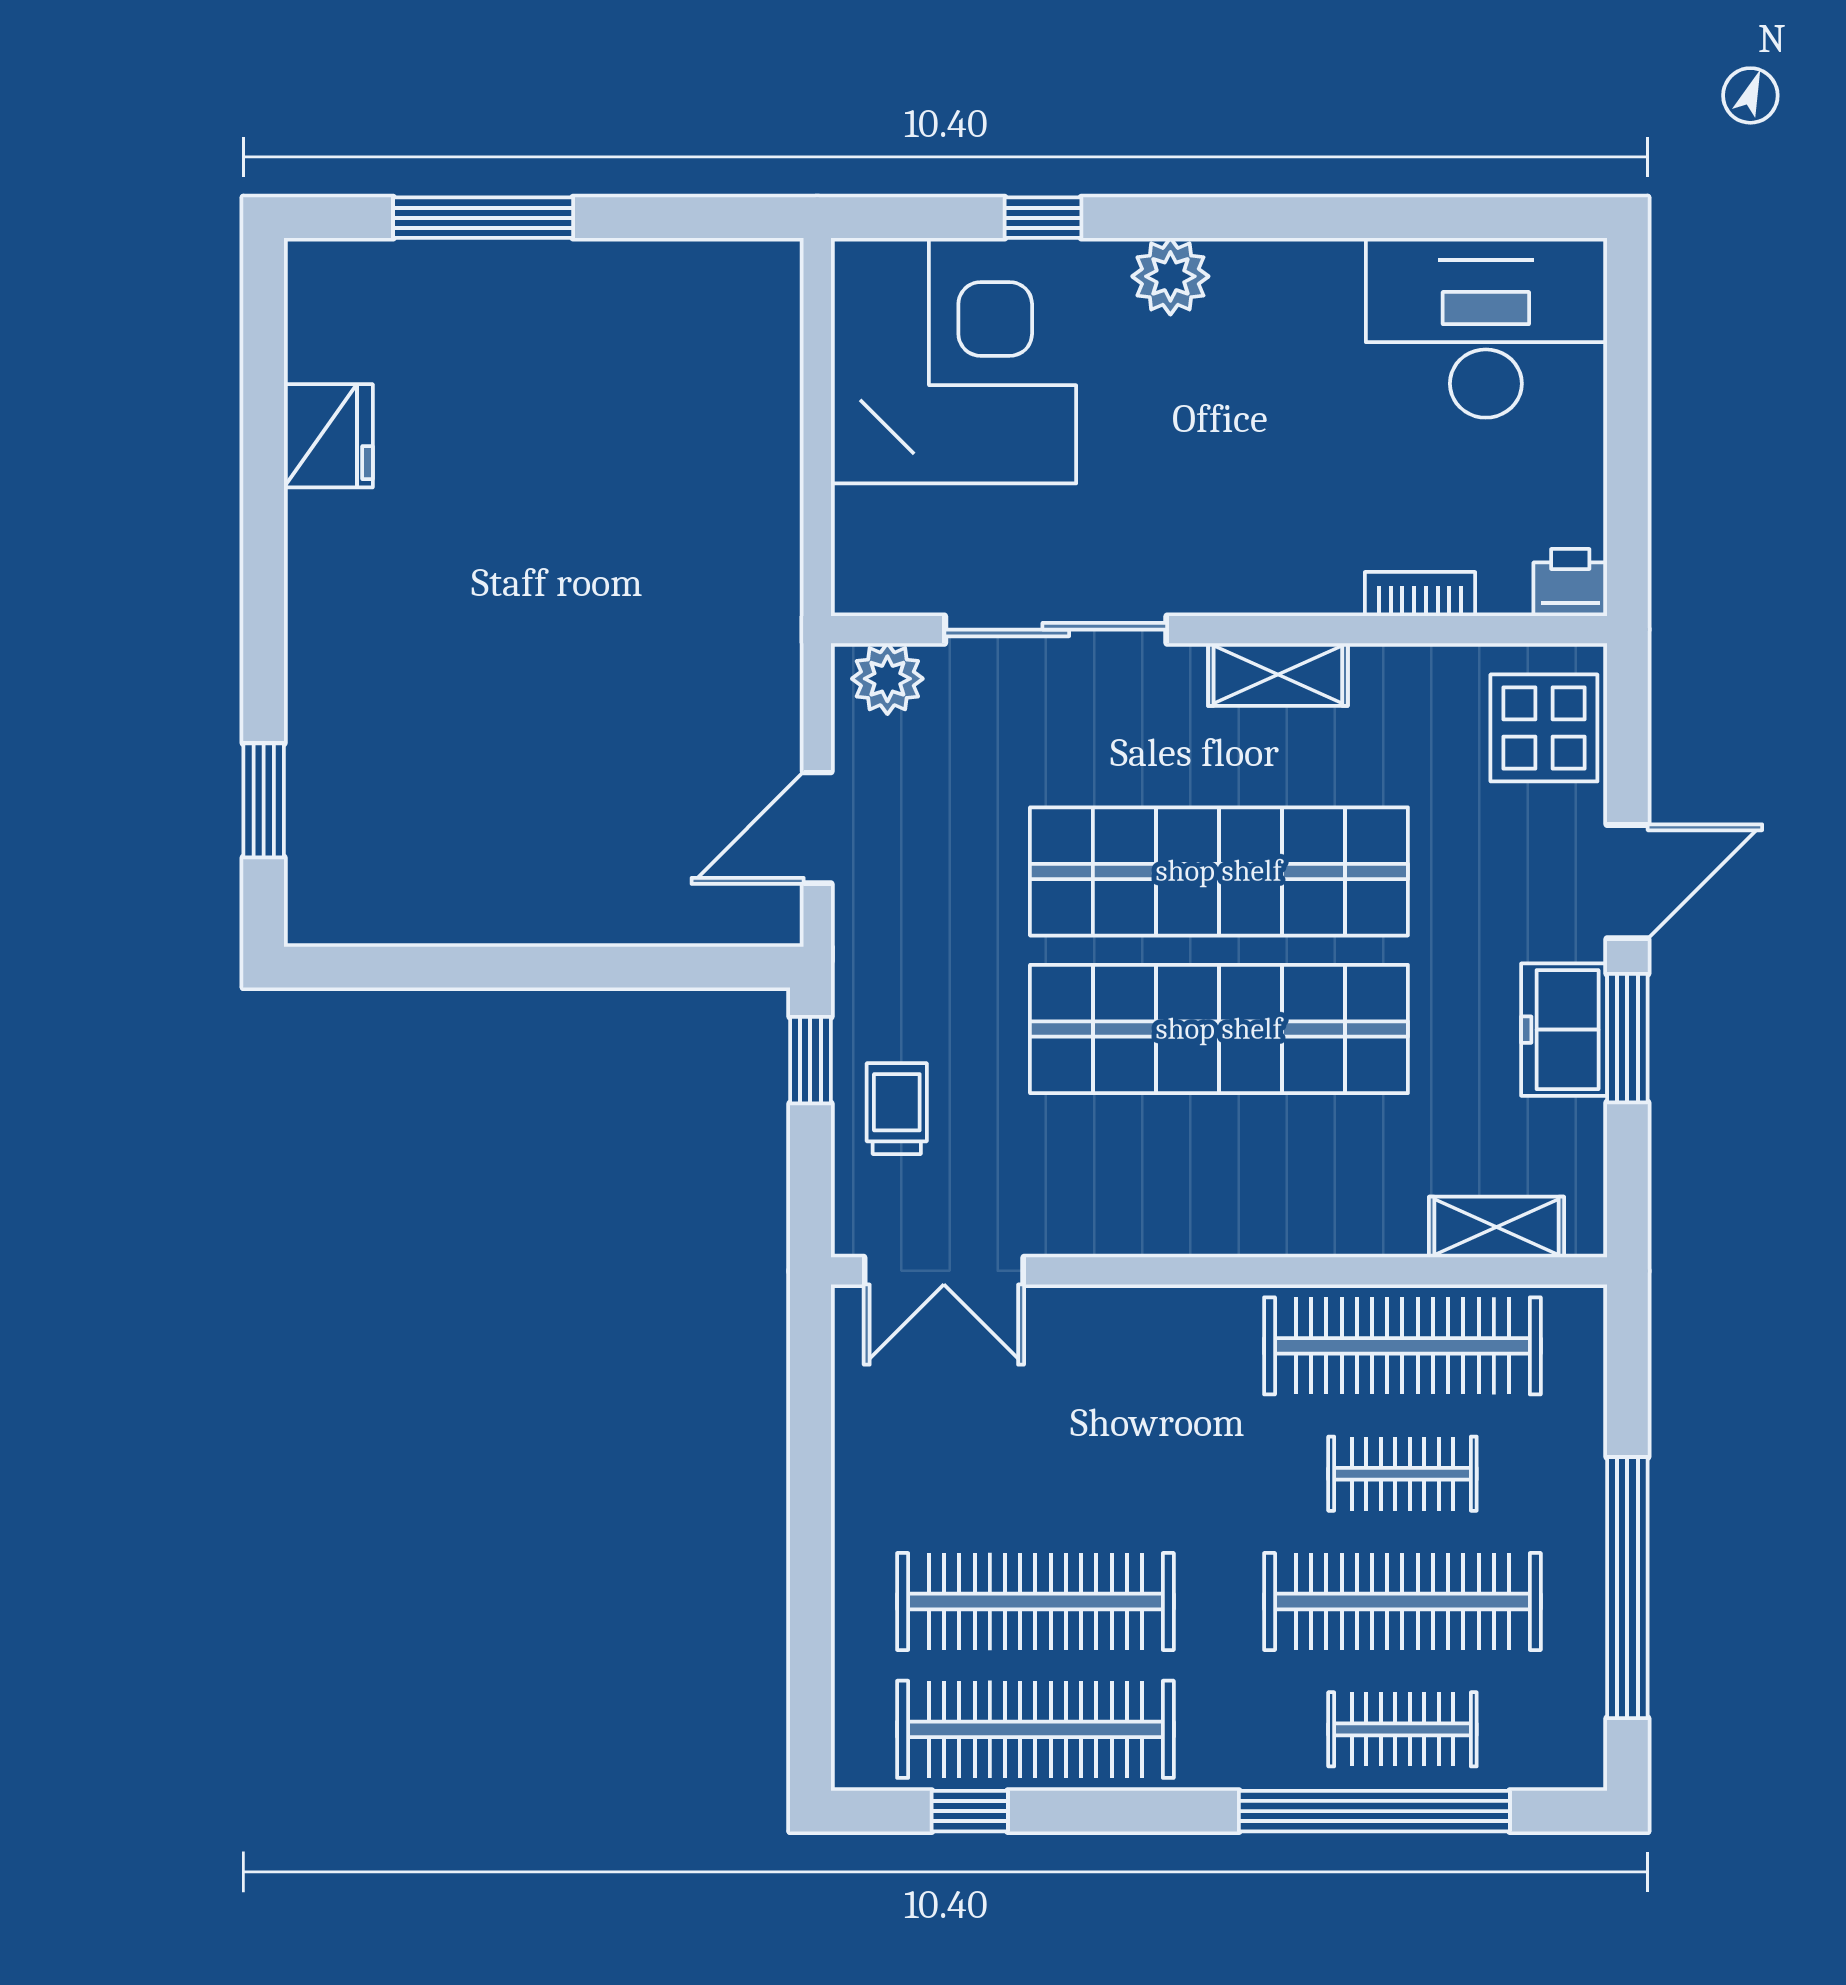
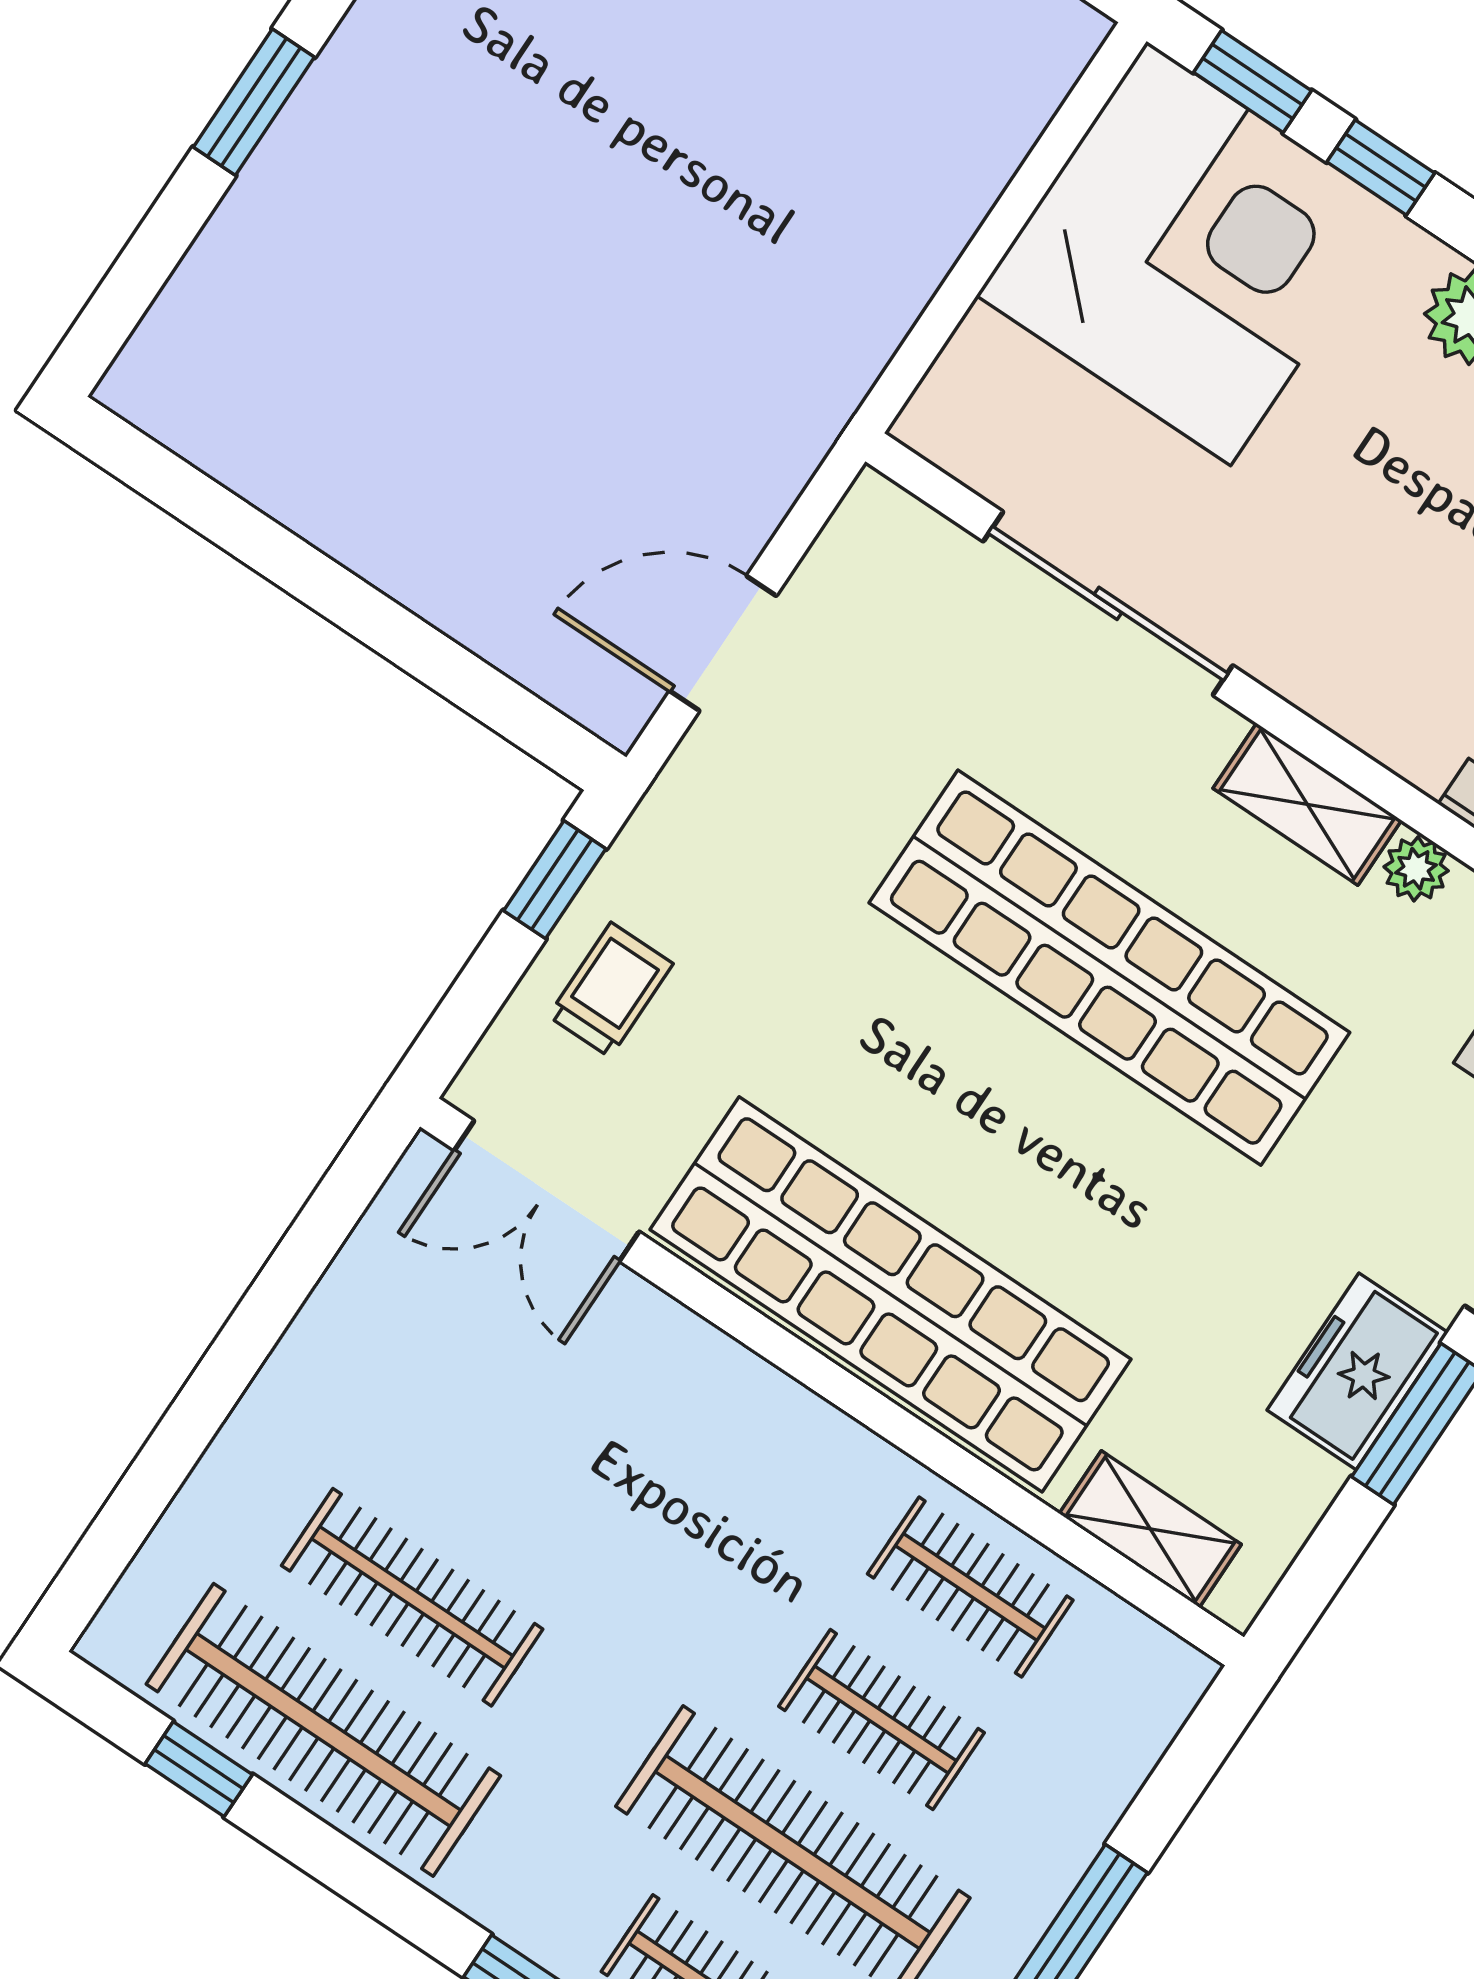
window: (919, 218) -> (1252, 82), added
plant: (887, 679) -> (1416, 869), moved, width x0.73, depth x0.73
window: (264, 800) -> (254, 102), moved
shop shelf: (1219, 1029) -> (891, 1294), moved
clothes rail: (1402, 1346) -> (970, 1587), width x0.54, depth x0.76
clothes rail: (1035, 1602) -> (412, 1597), width x0.73, depth x0.76

